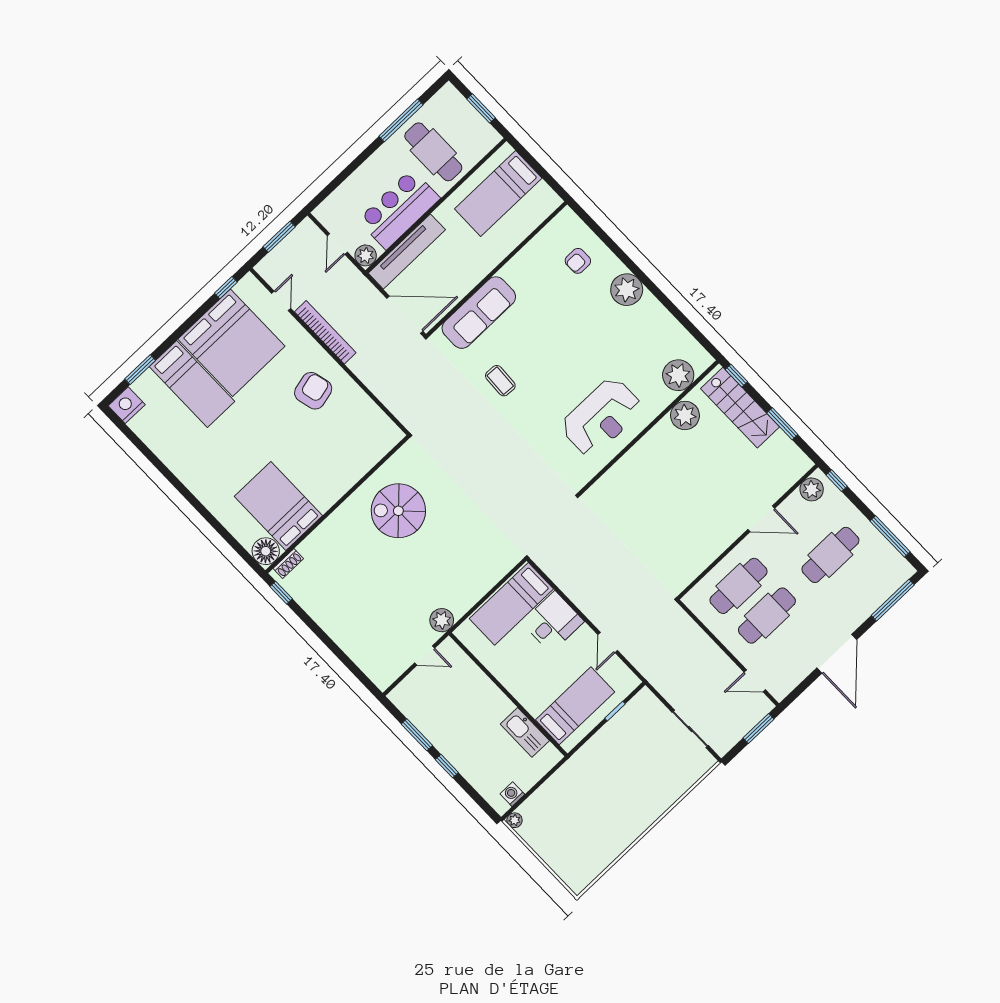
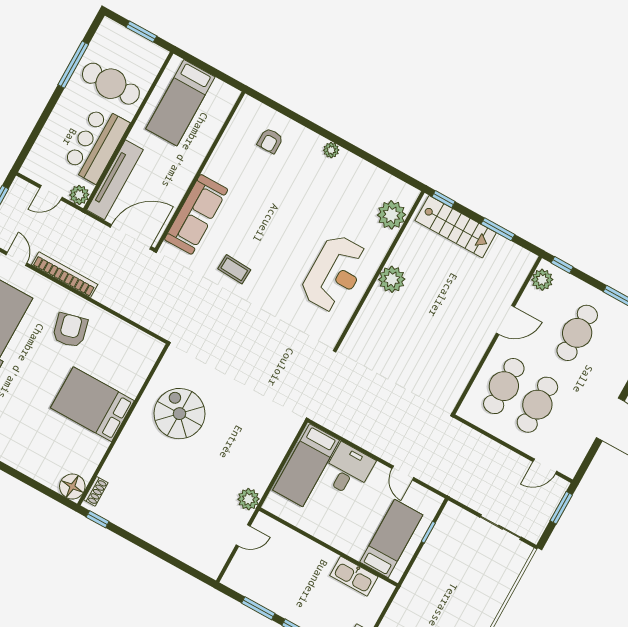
door: (337, 244) -> (51, 193), hinge flipped
plant: (627, 290) -> (331, 150), width x0.53, depth x0.53
plant: (685, 415) -> (392, 279), moved
bed: (278, 506) -> (92, 404), moved
spiral stairs: (398, 511) -> (179, 414), turned 90

